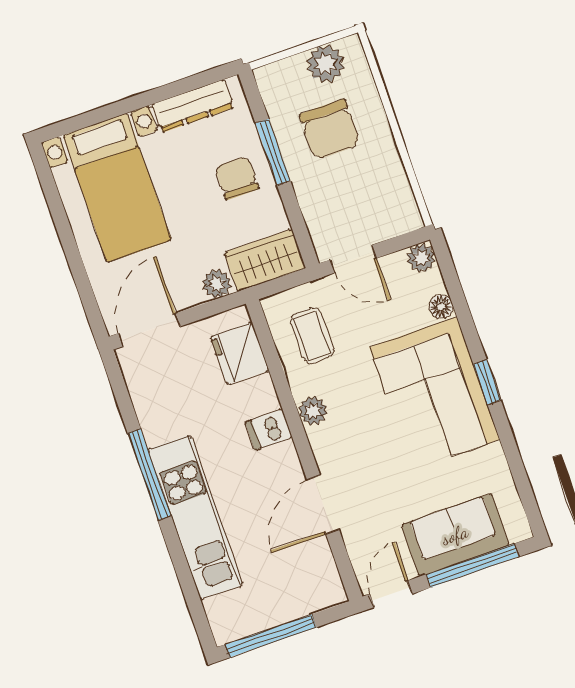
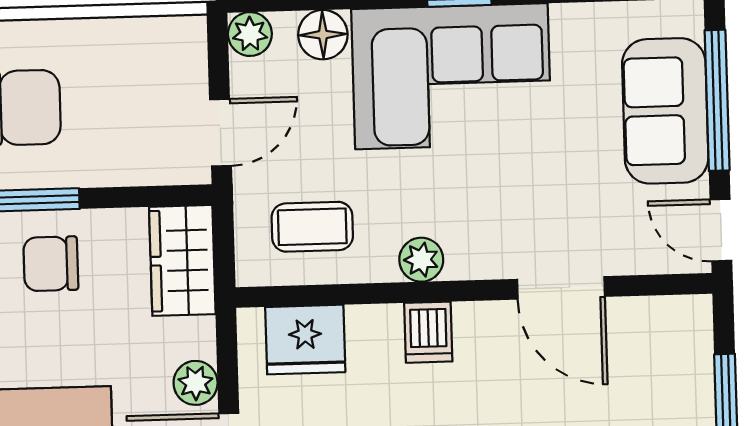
plant: (217, 284) -> (196, 383), moved
floor lamp: (441, 307) -> (323, 35), width x1.37, depth x1.37

